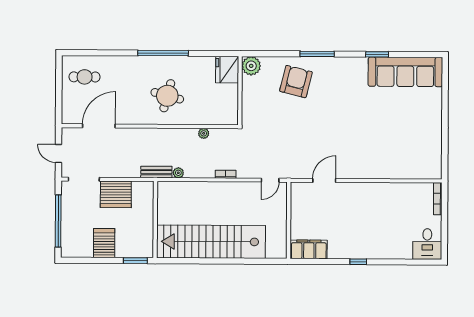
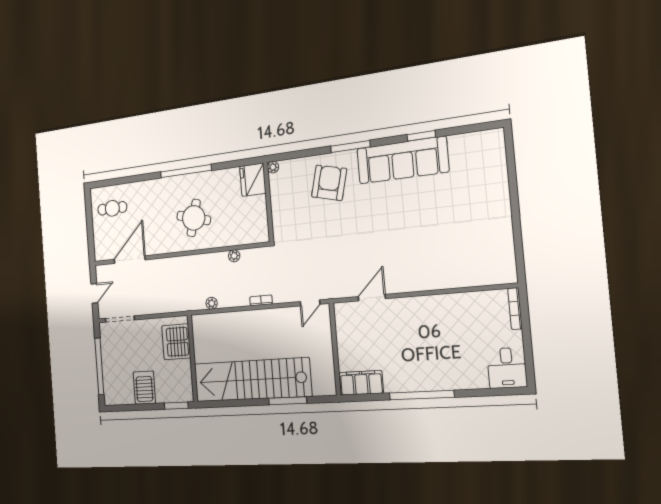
plant: (251, 66) -> (273, 167), width x0.53, depth x0.53
sofa: (405, 72) -> (402, 160), moved
door: (59, 153) -> (94, 293), swing flipped
bench: (156, 172) -> (189, 305), removed
server rack: (116, 194) -> (176, 342), moved, turned 90
window: (242, 261) -> (288, 401), added
window: (358, 262) -> (422, 395), width x3.17

